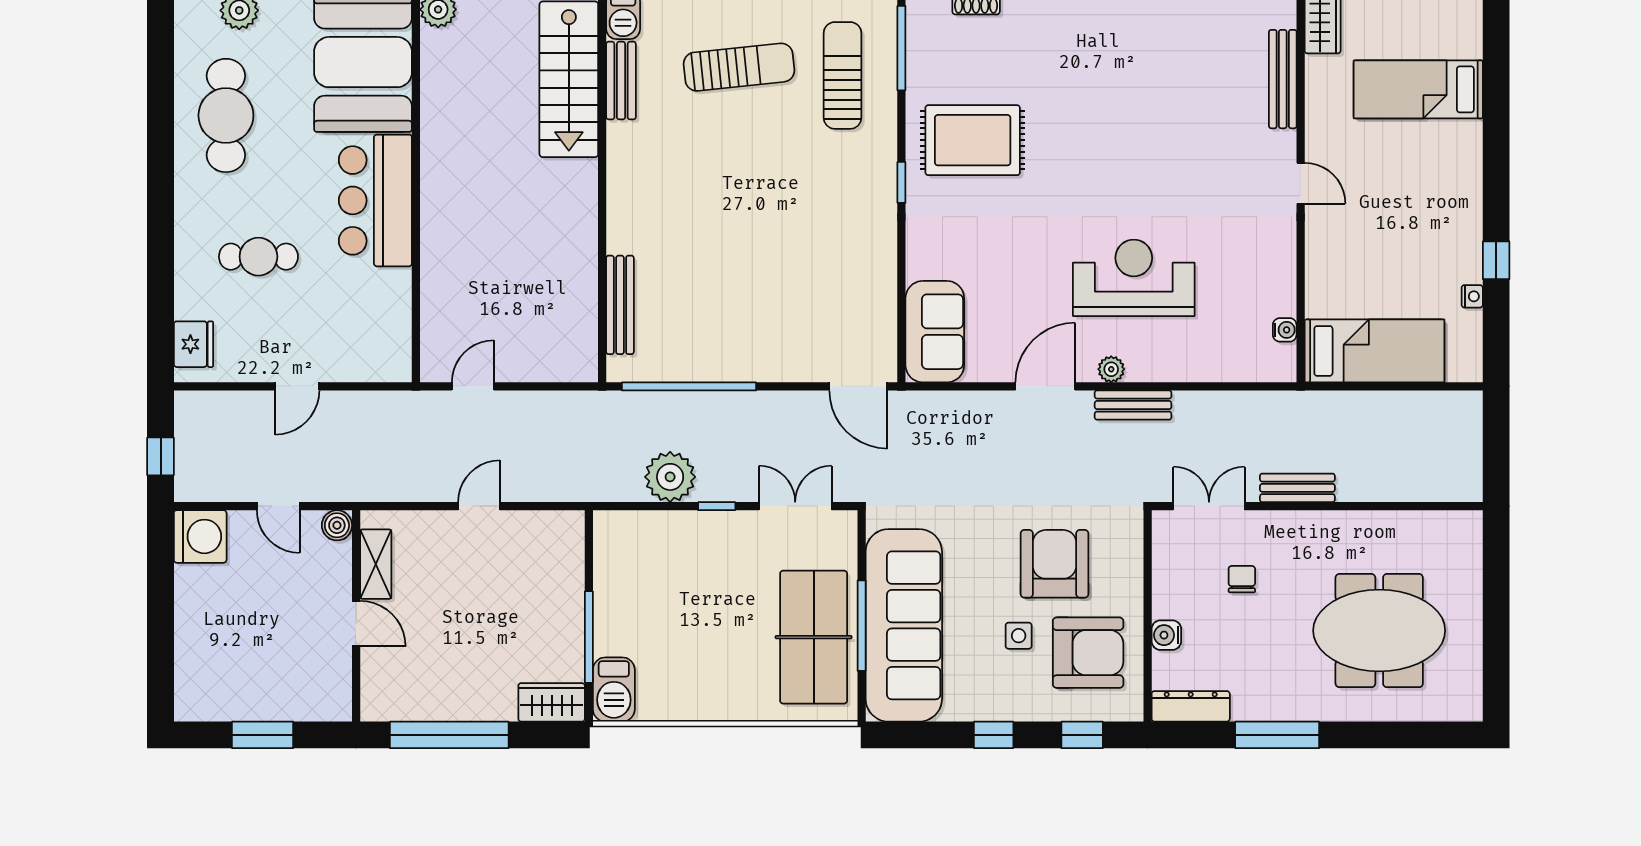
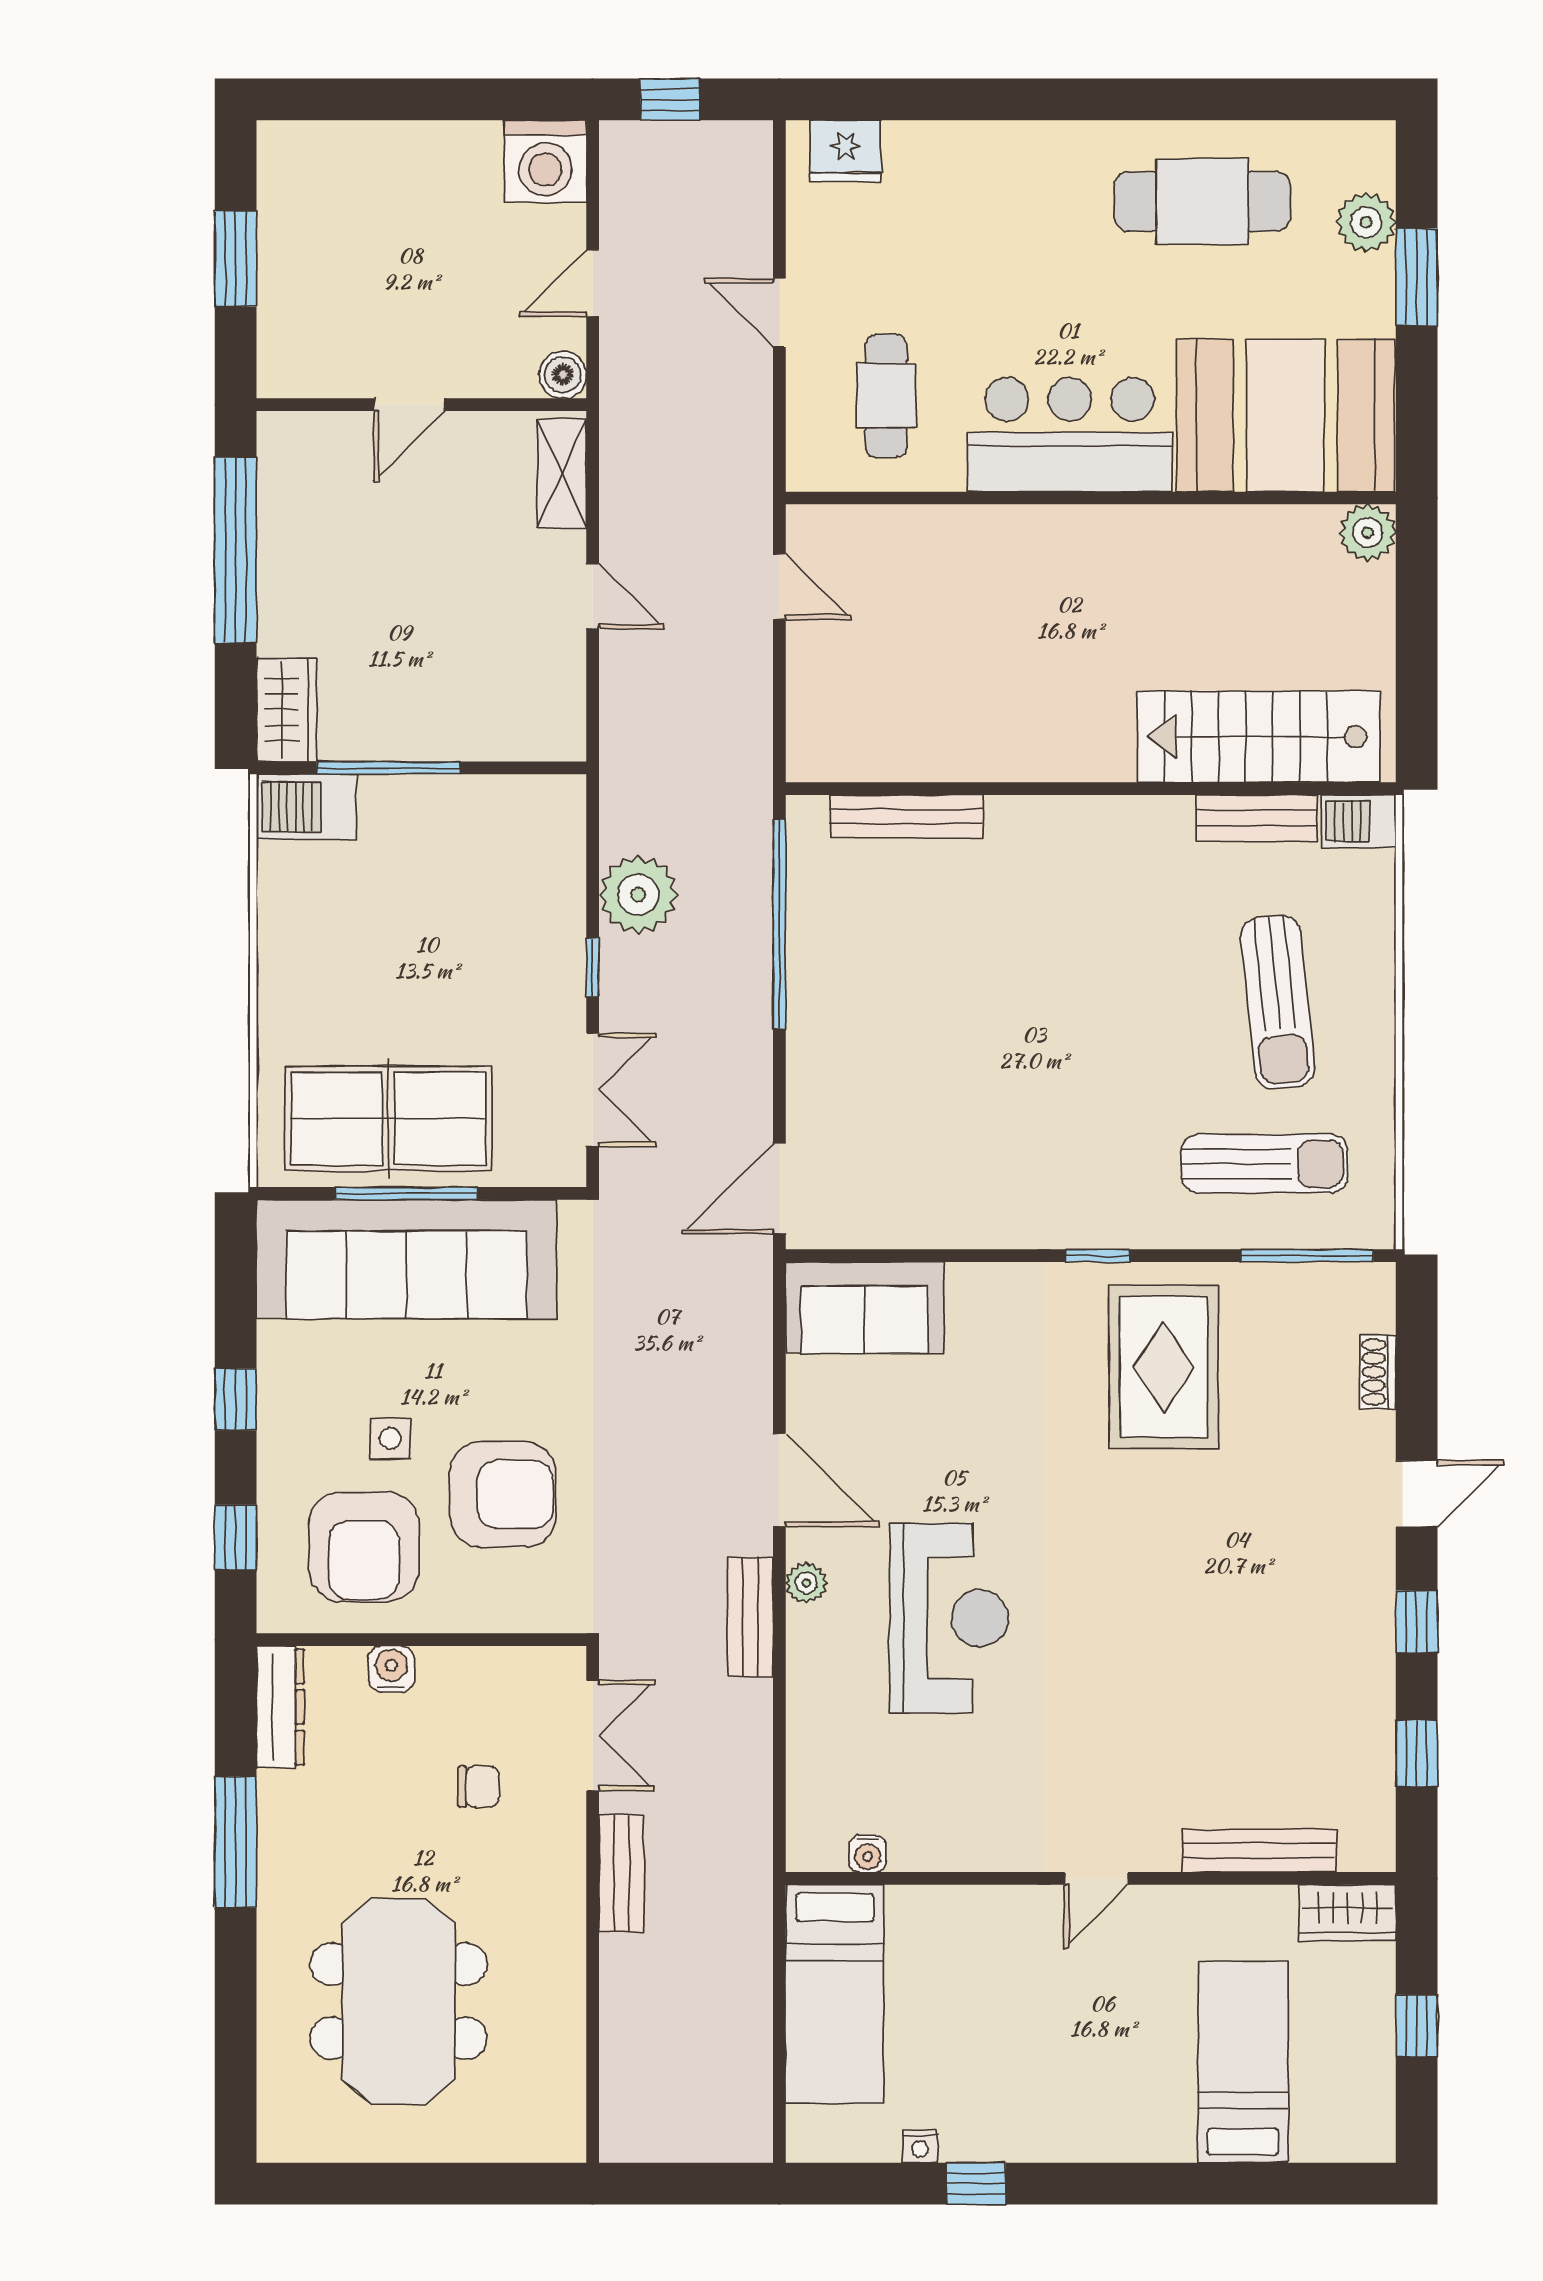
cafe table: (258, 257) -> (886, 396), moved
shelving: (376, 564) -> (562, 474), moved, turned 90

